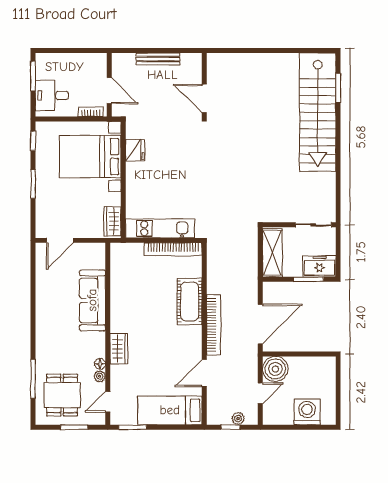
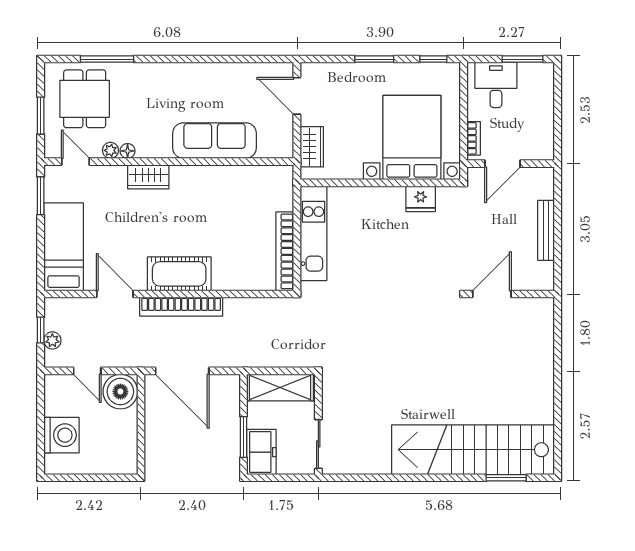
wardrobe: (112, 221) -> (312, 147), moved, turned 90
cot: (190, 302) -> (179, 274), moved
dining table: (62, 395) -> (85, 99), turned 90

